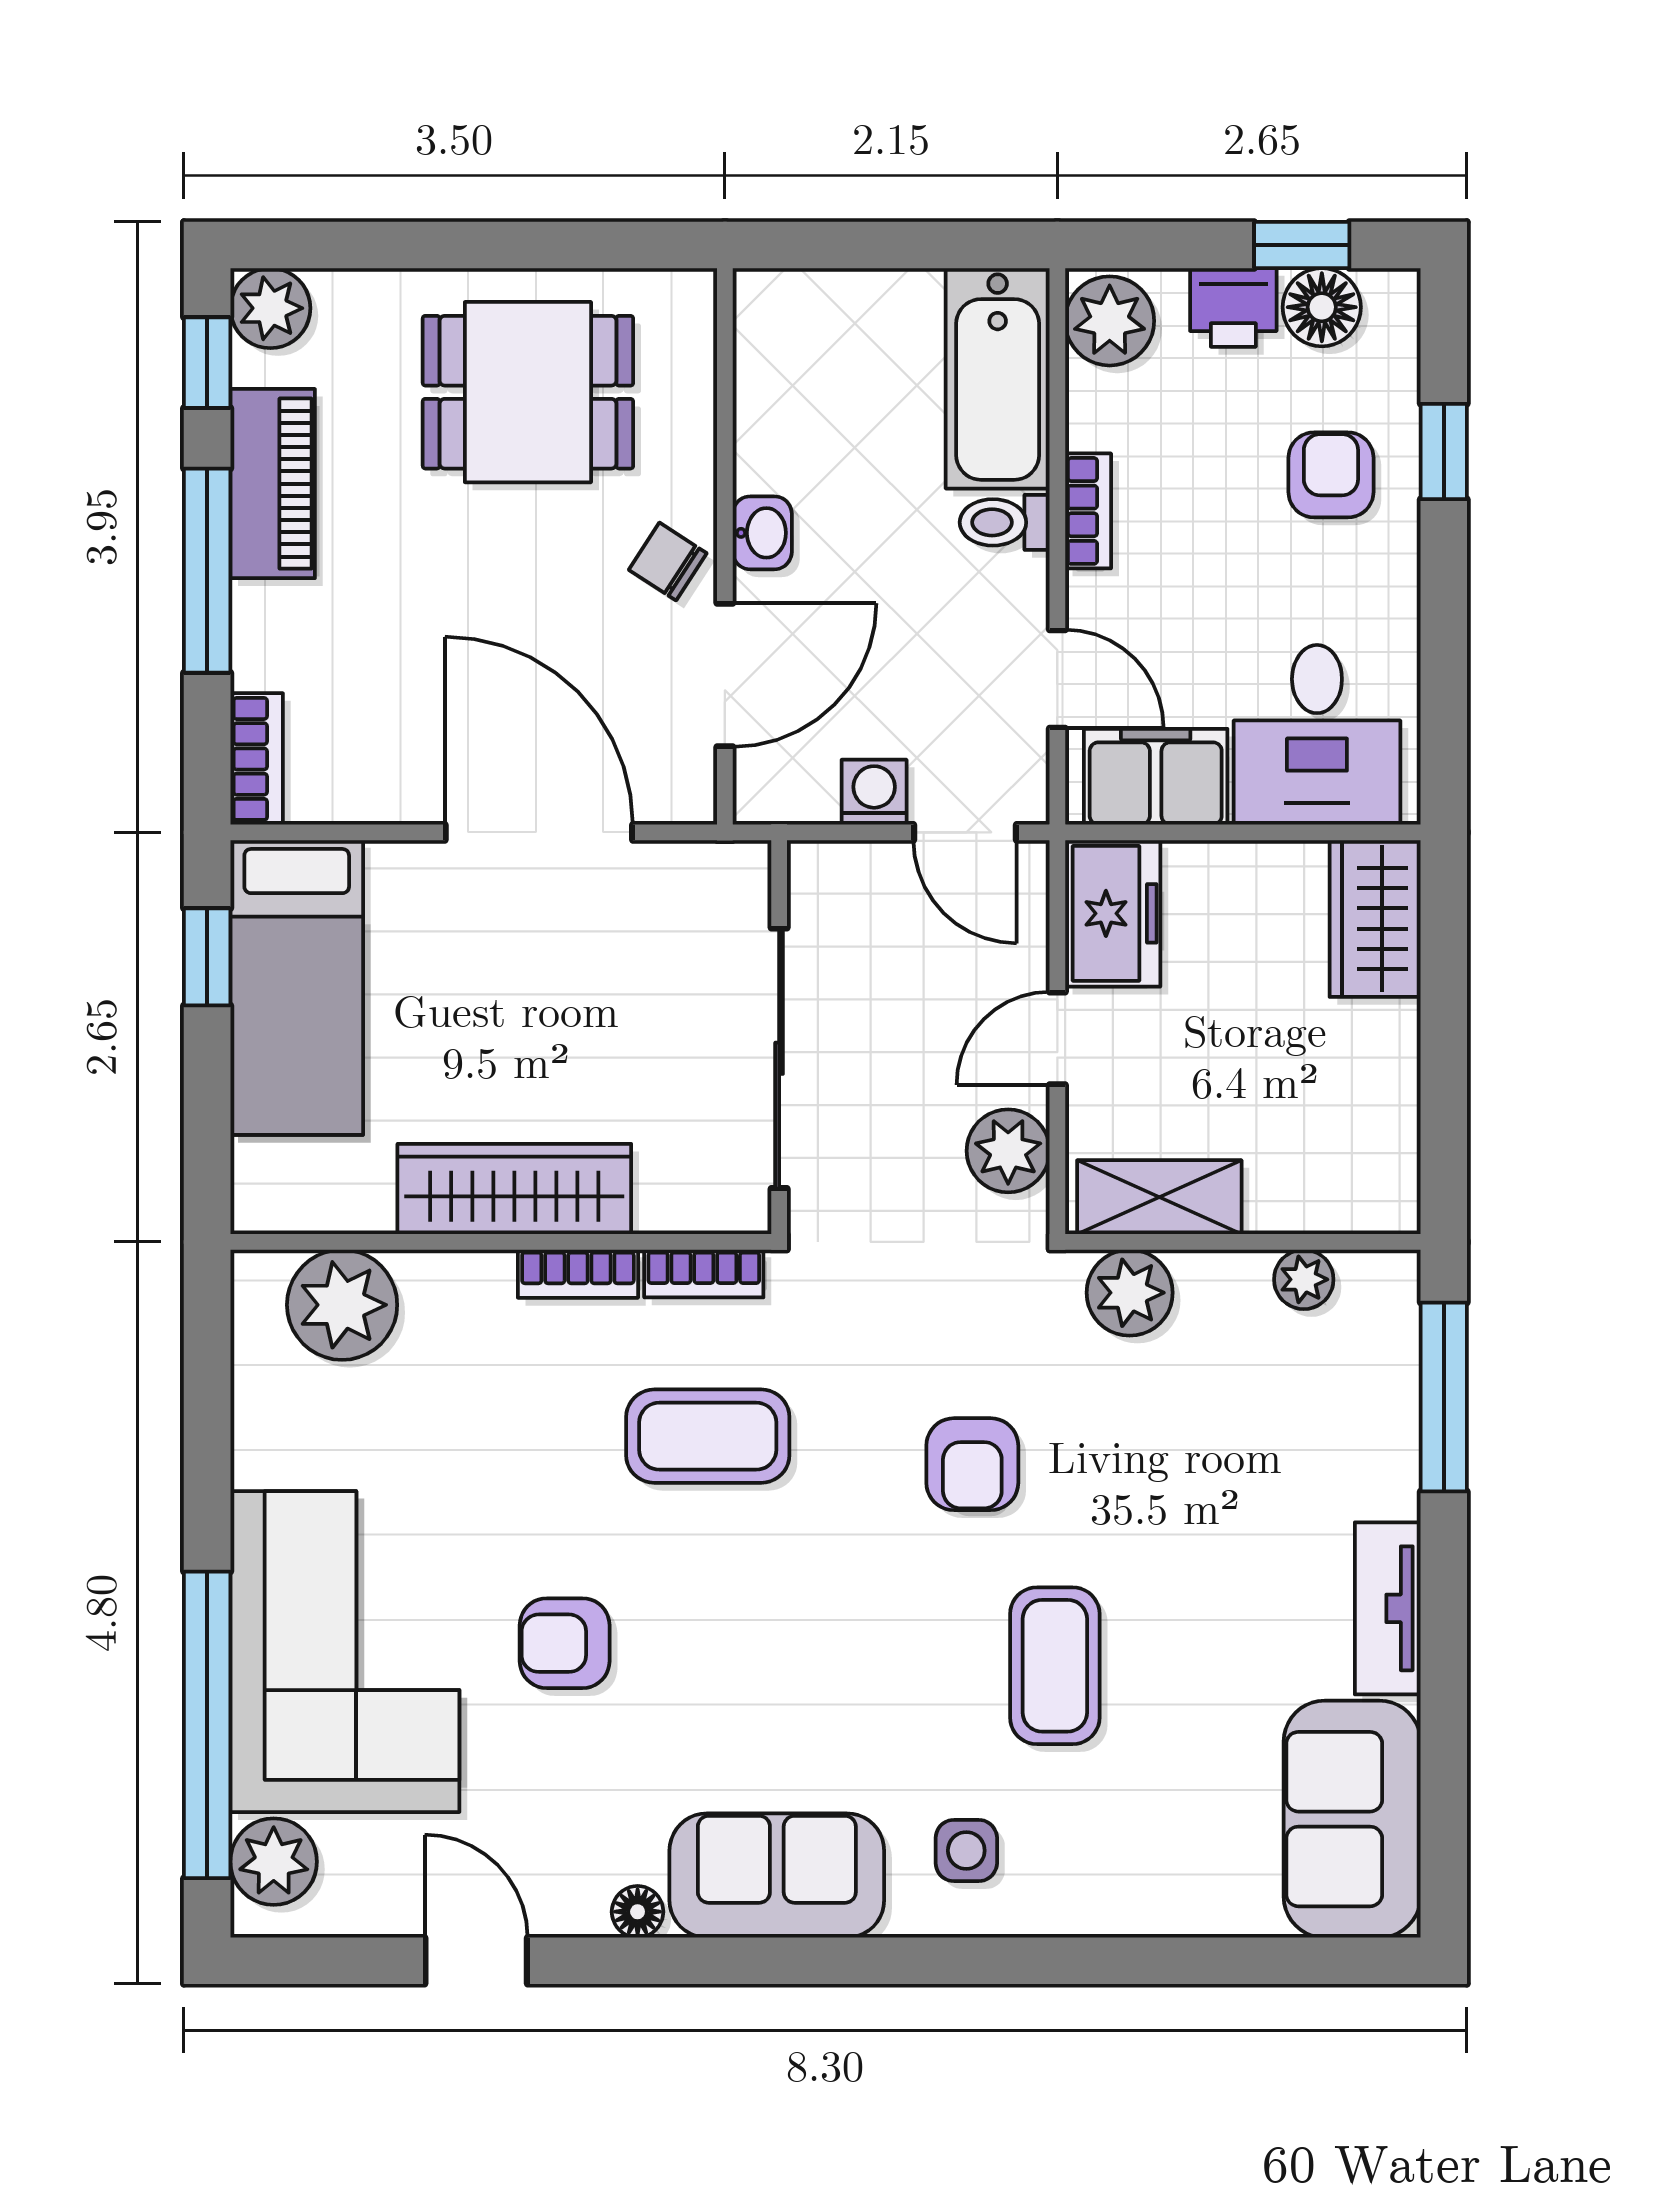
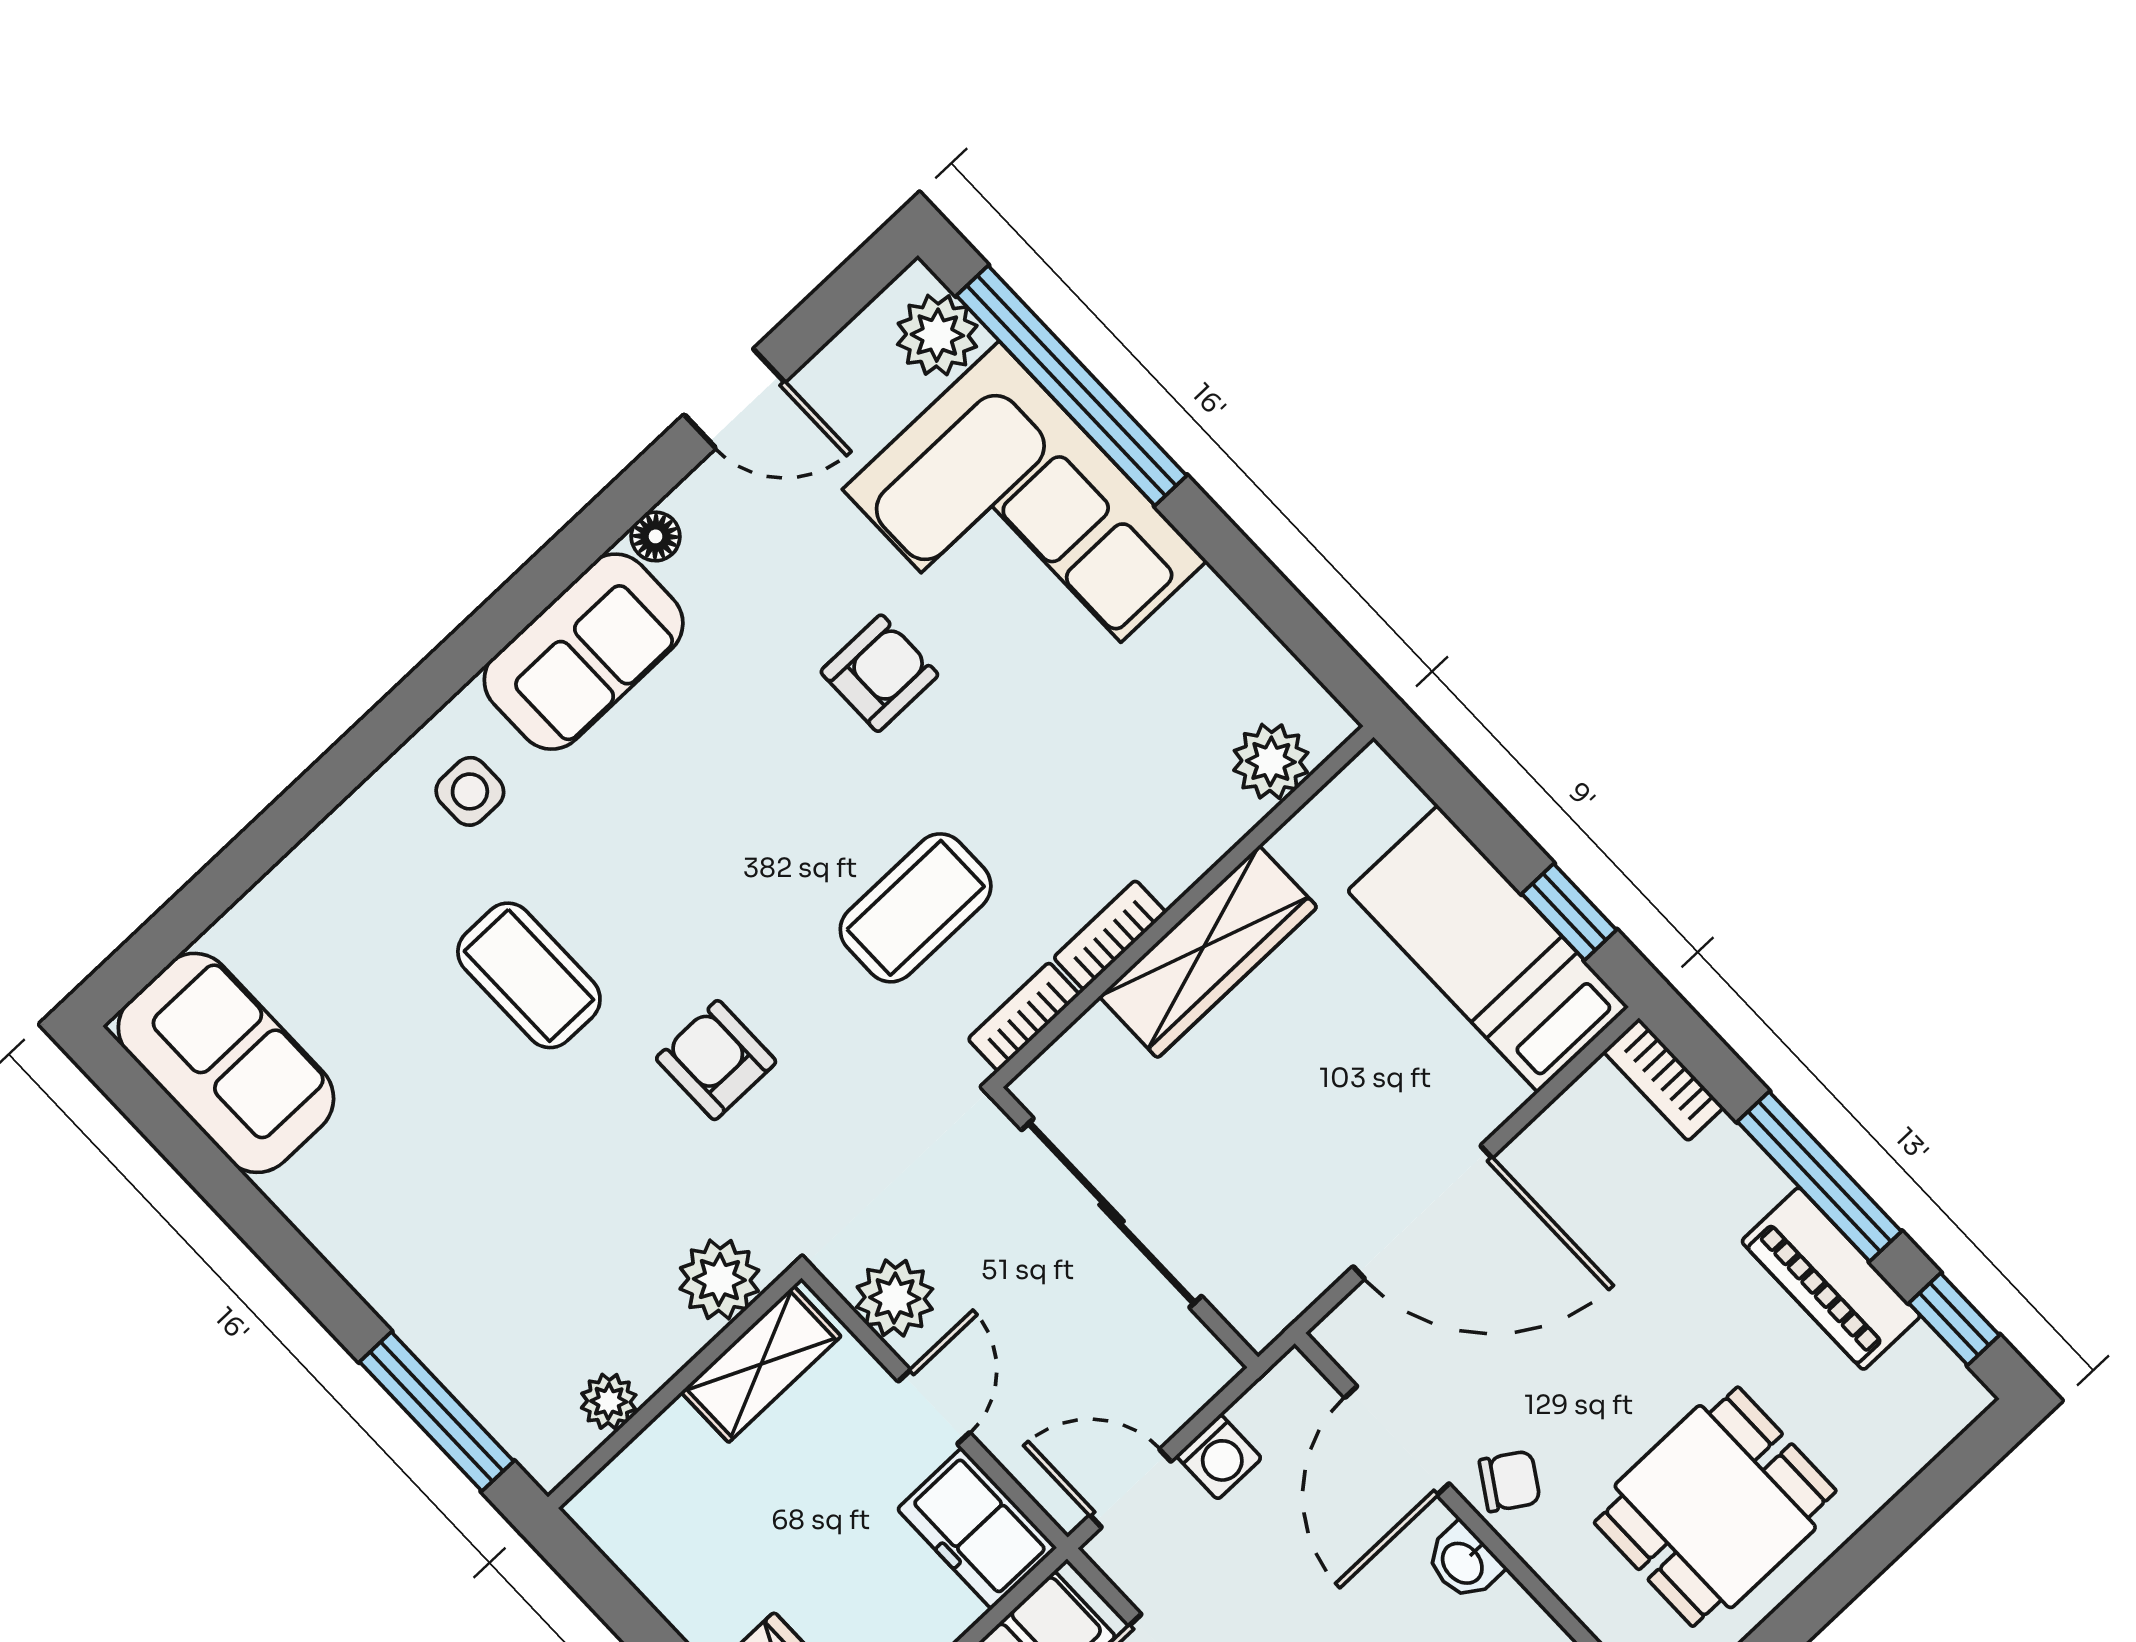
plant: (270, 308) -> (1946, 1397), removed
plant: (342, 1305) -> (1271, 761), width x0.73, depth x0.73
tv unit: (1388, 1608) -> (338, 1230), removed

